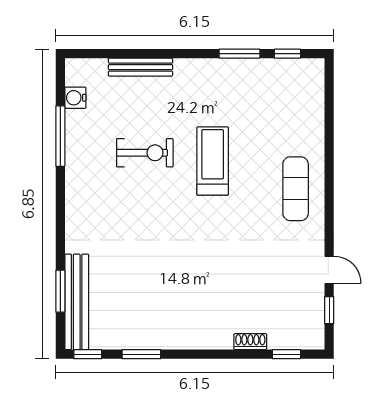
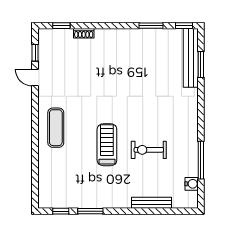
treadmill: (213, 161) -> (107, 145), turned 180

